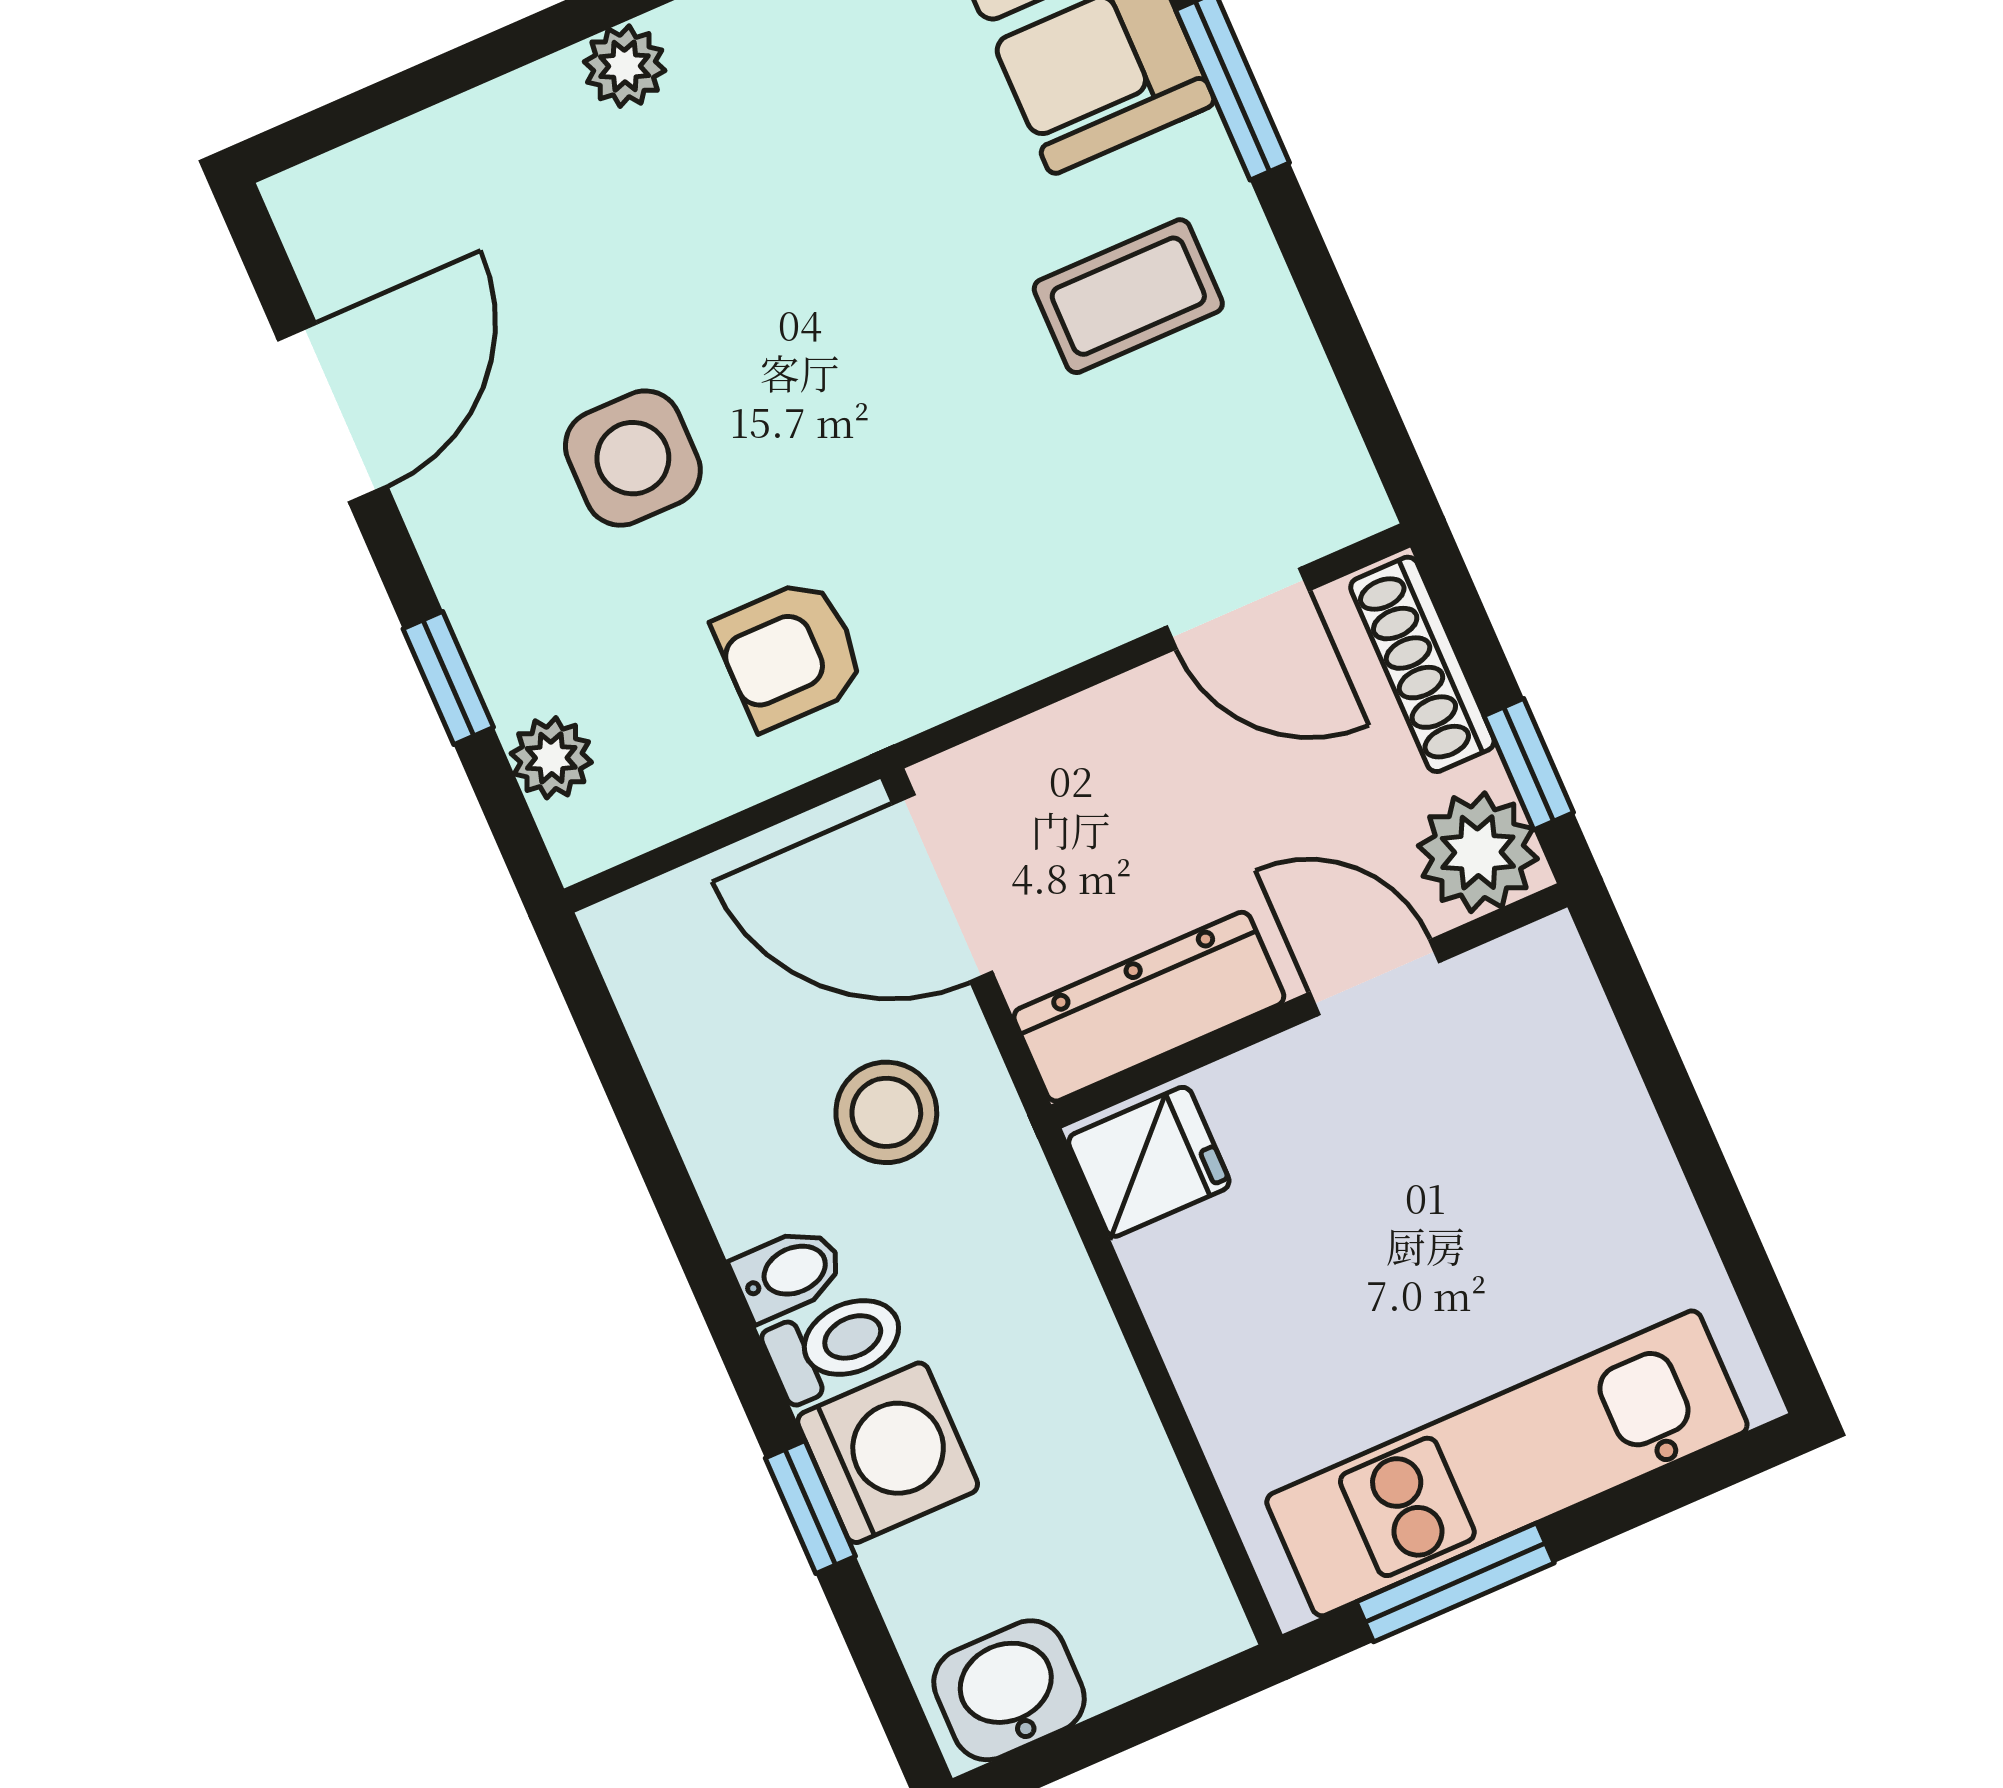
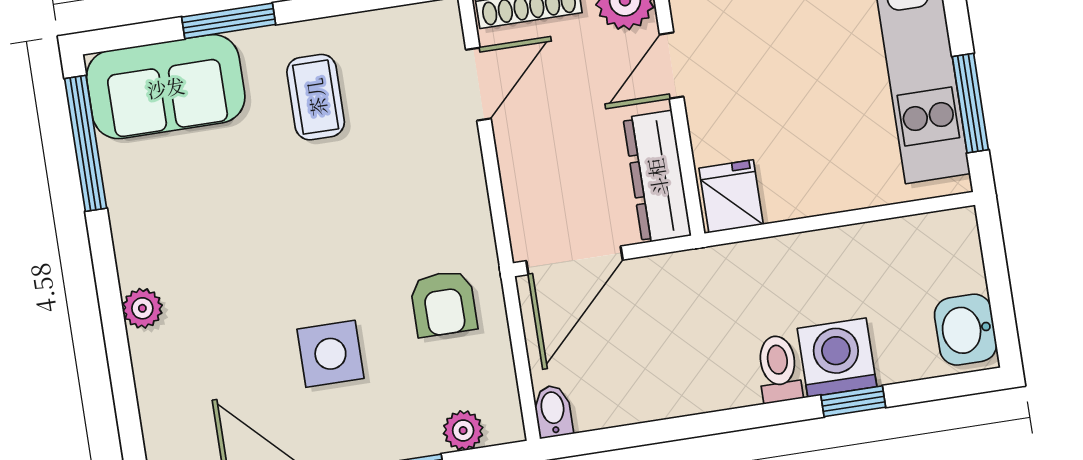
stool: (886, 1112) -> (674, 315), removed
bidet: (788, 1273) -> (553, 411), moved

